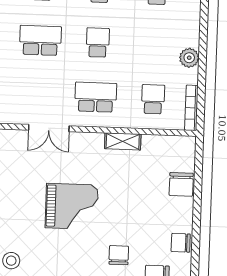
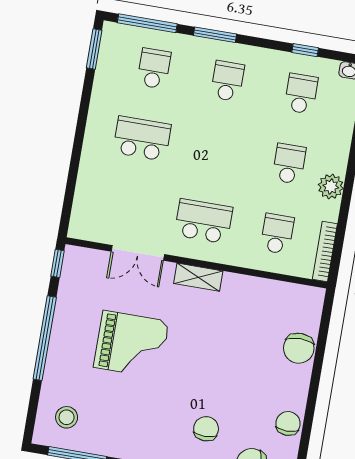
school desk: (98, 42) -> (289, 164), moved
shelving: (123, 141) -> (198, 277), moved
grand piano: (72, 206) -> (131, 344), moved
chair: (181, 243) -> (288, 423), turned 90

